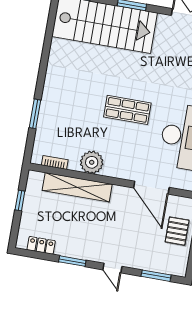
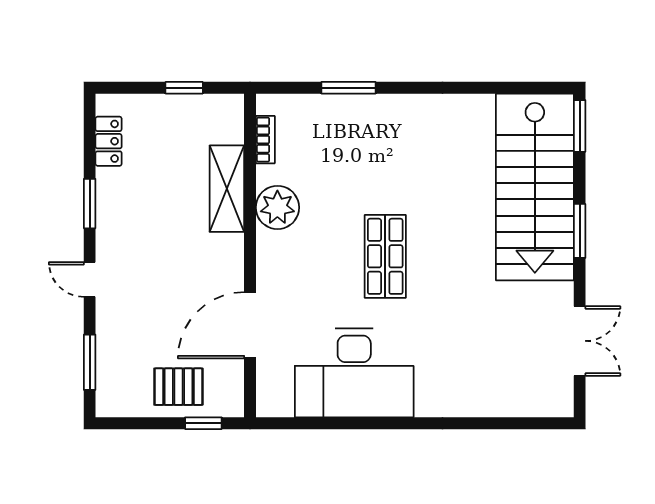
shelving: (77, 187) -> (227, 189), width x0.68
door: (112, 268) -> (90, 279), hinge flipped

